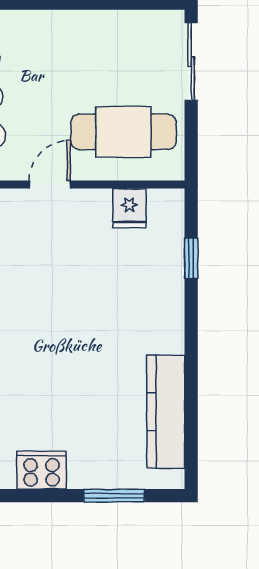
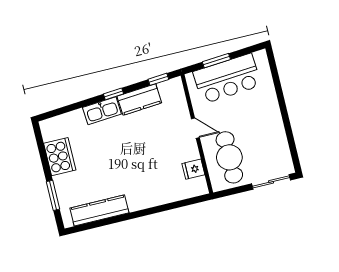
window: (191, 258) -> (176, 205), removed
cooker: (42, 470) -> (60, 157), width x1.37, depth x1.31

